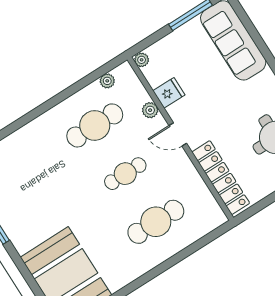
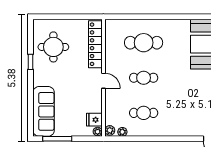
fridge: (169, 93) -> (94, 120), moved
plant: (150, 110) -> (110, 130), moved
cafe table: (95, 125) -> (144, 113), width x0.73, depth x0.74

